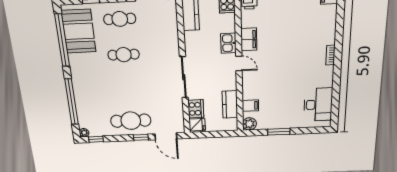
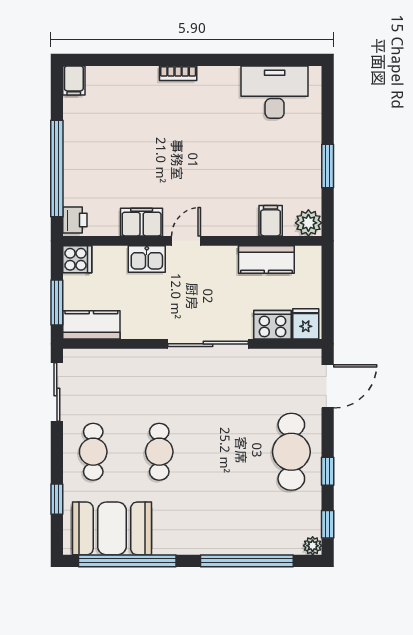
window: (141, 137) -> (328, 471), moved

